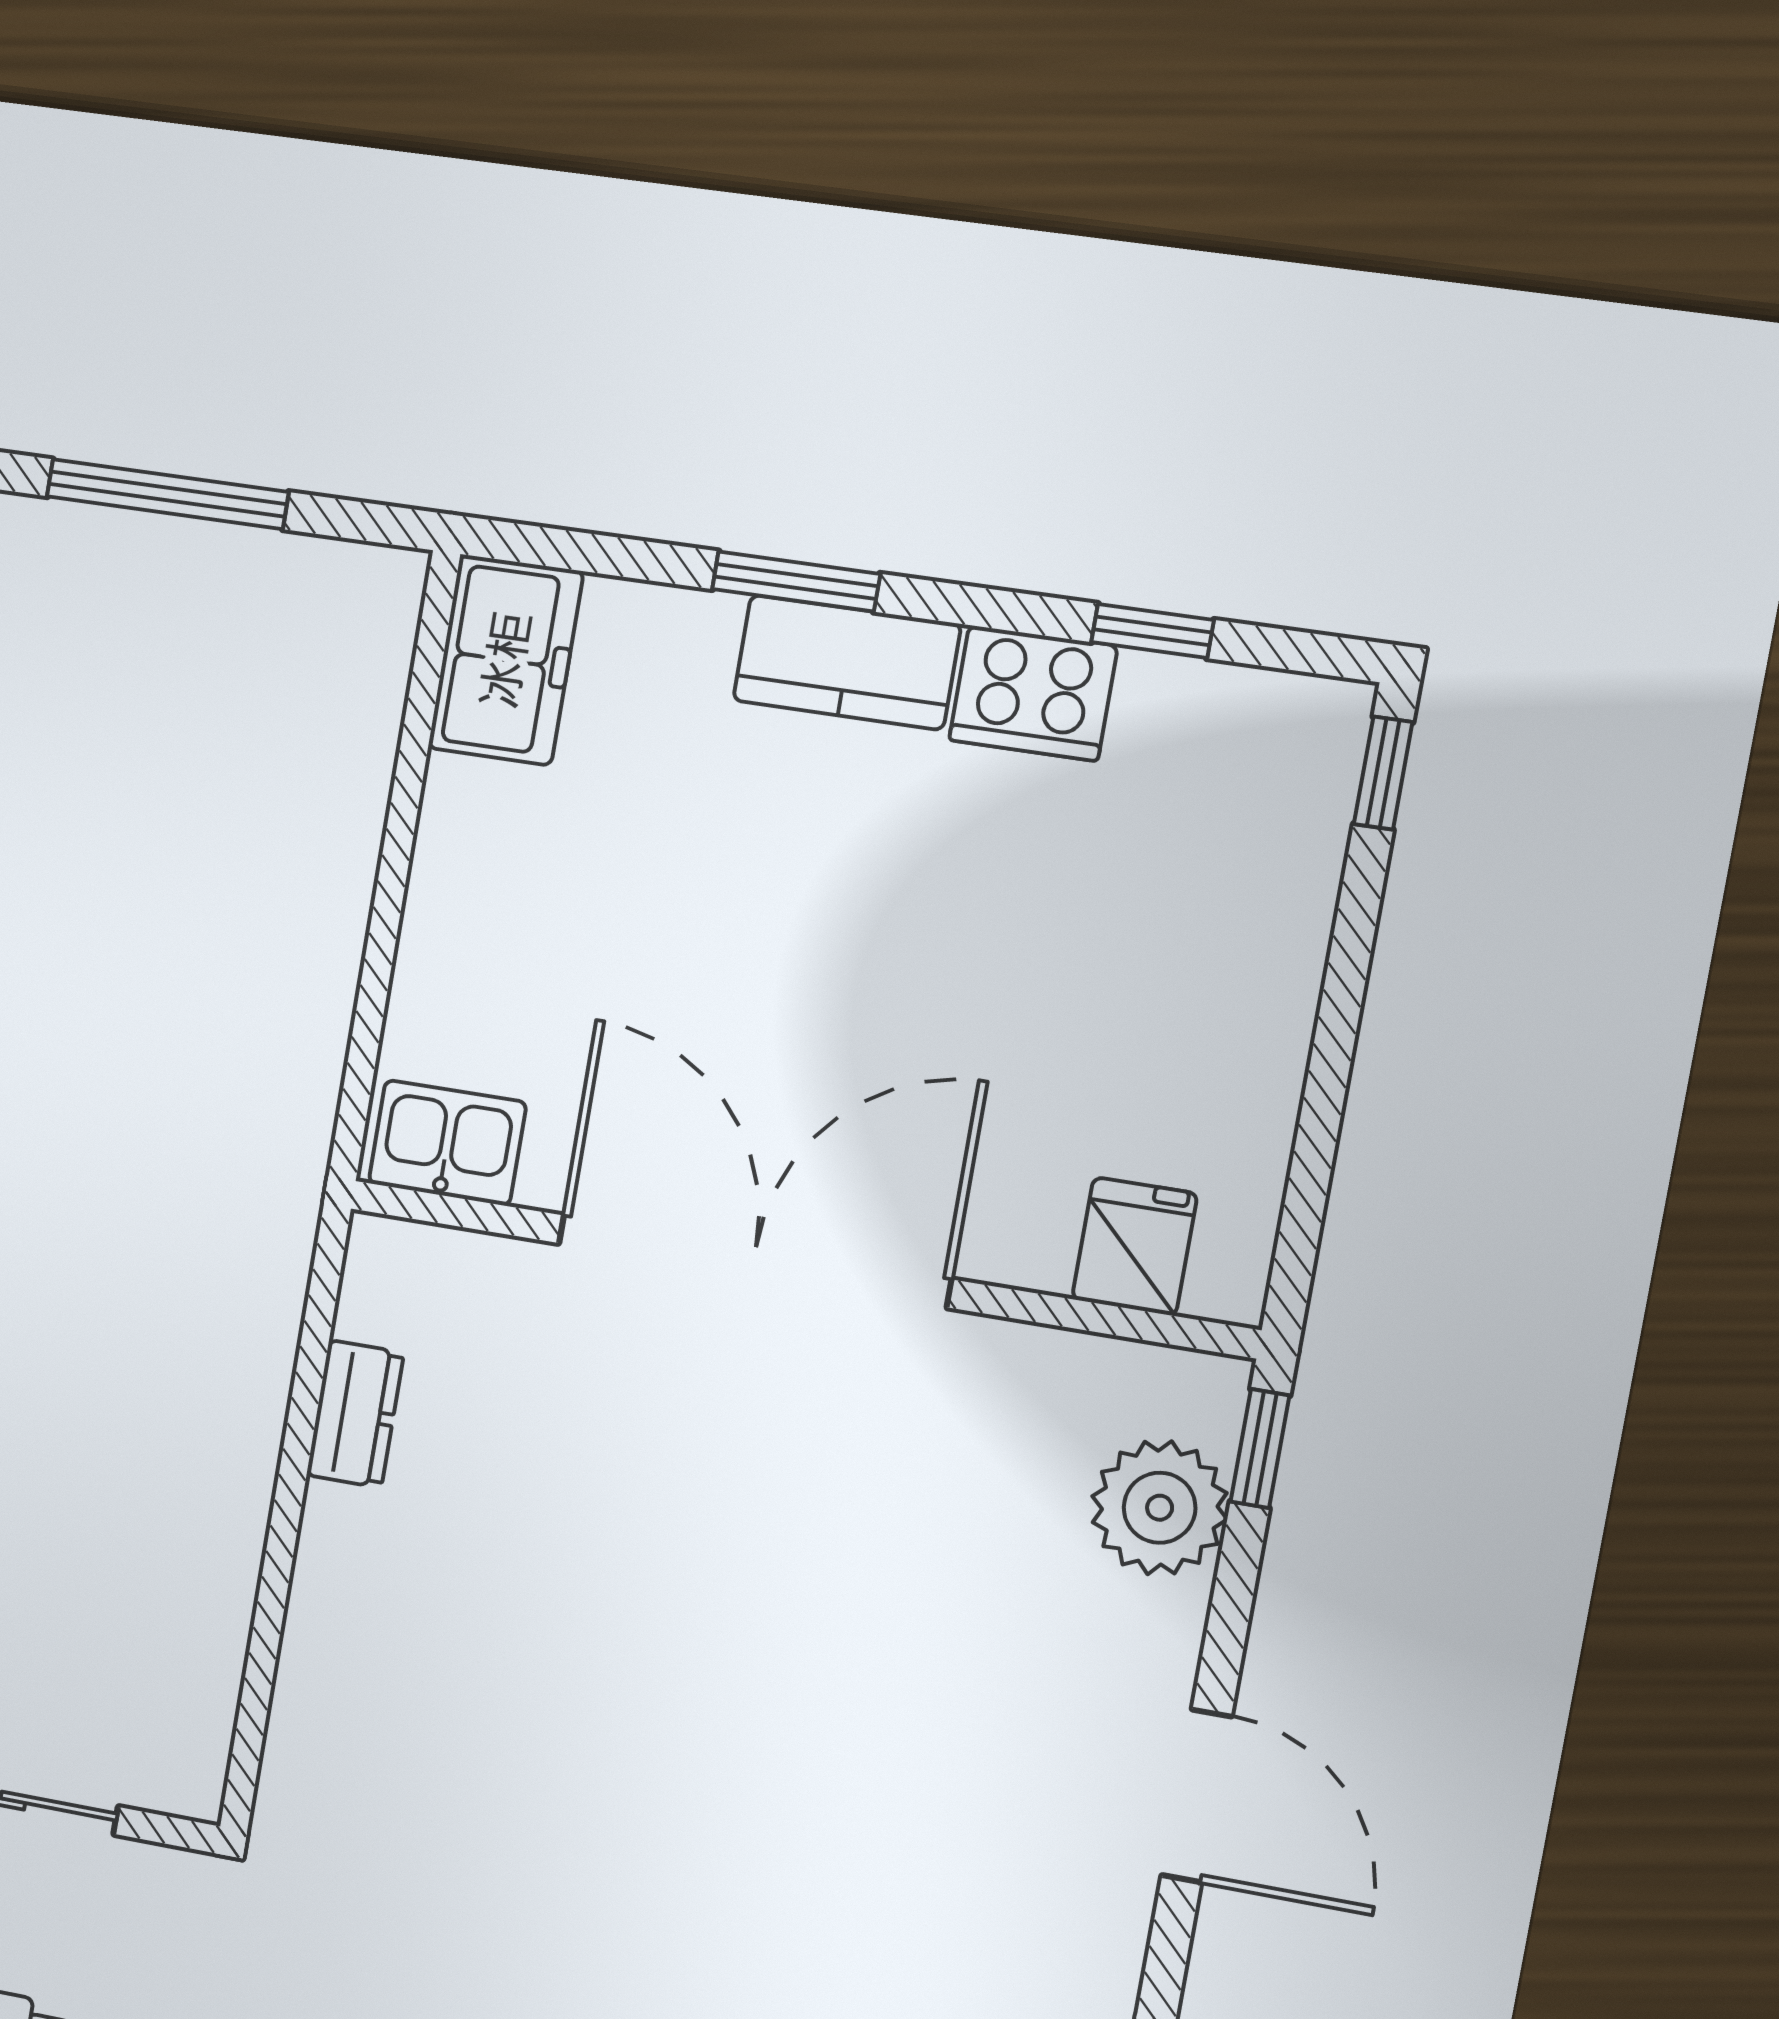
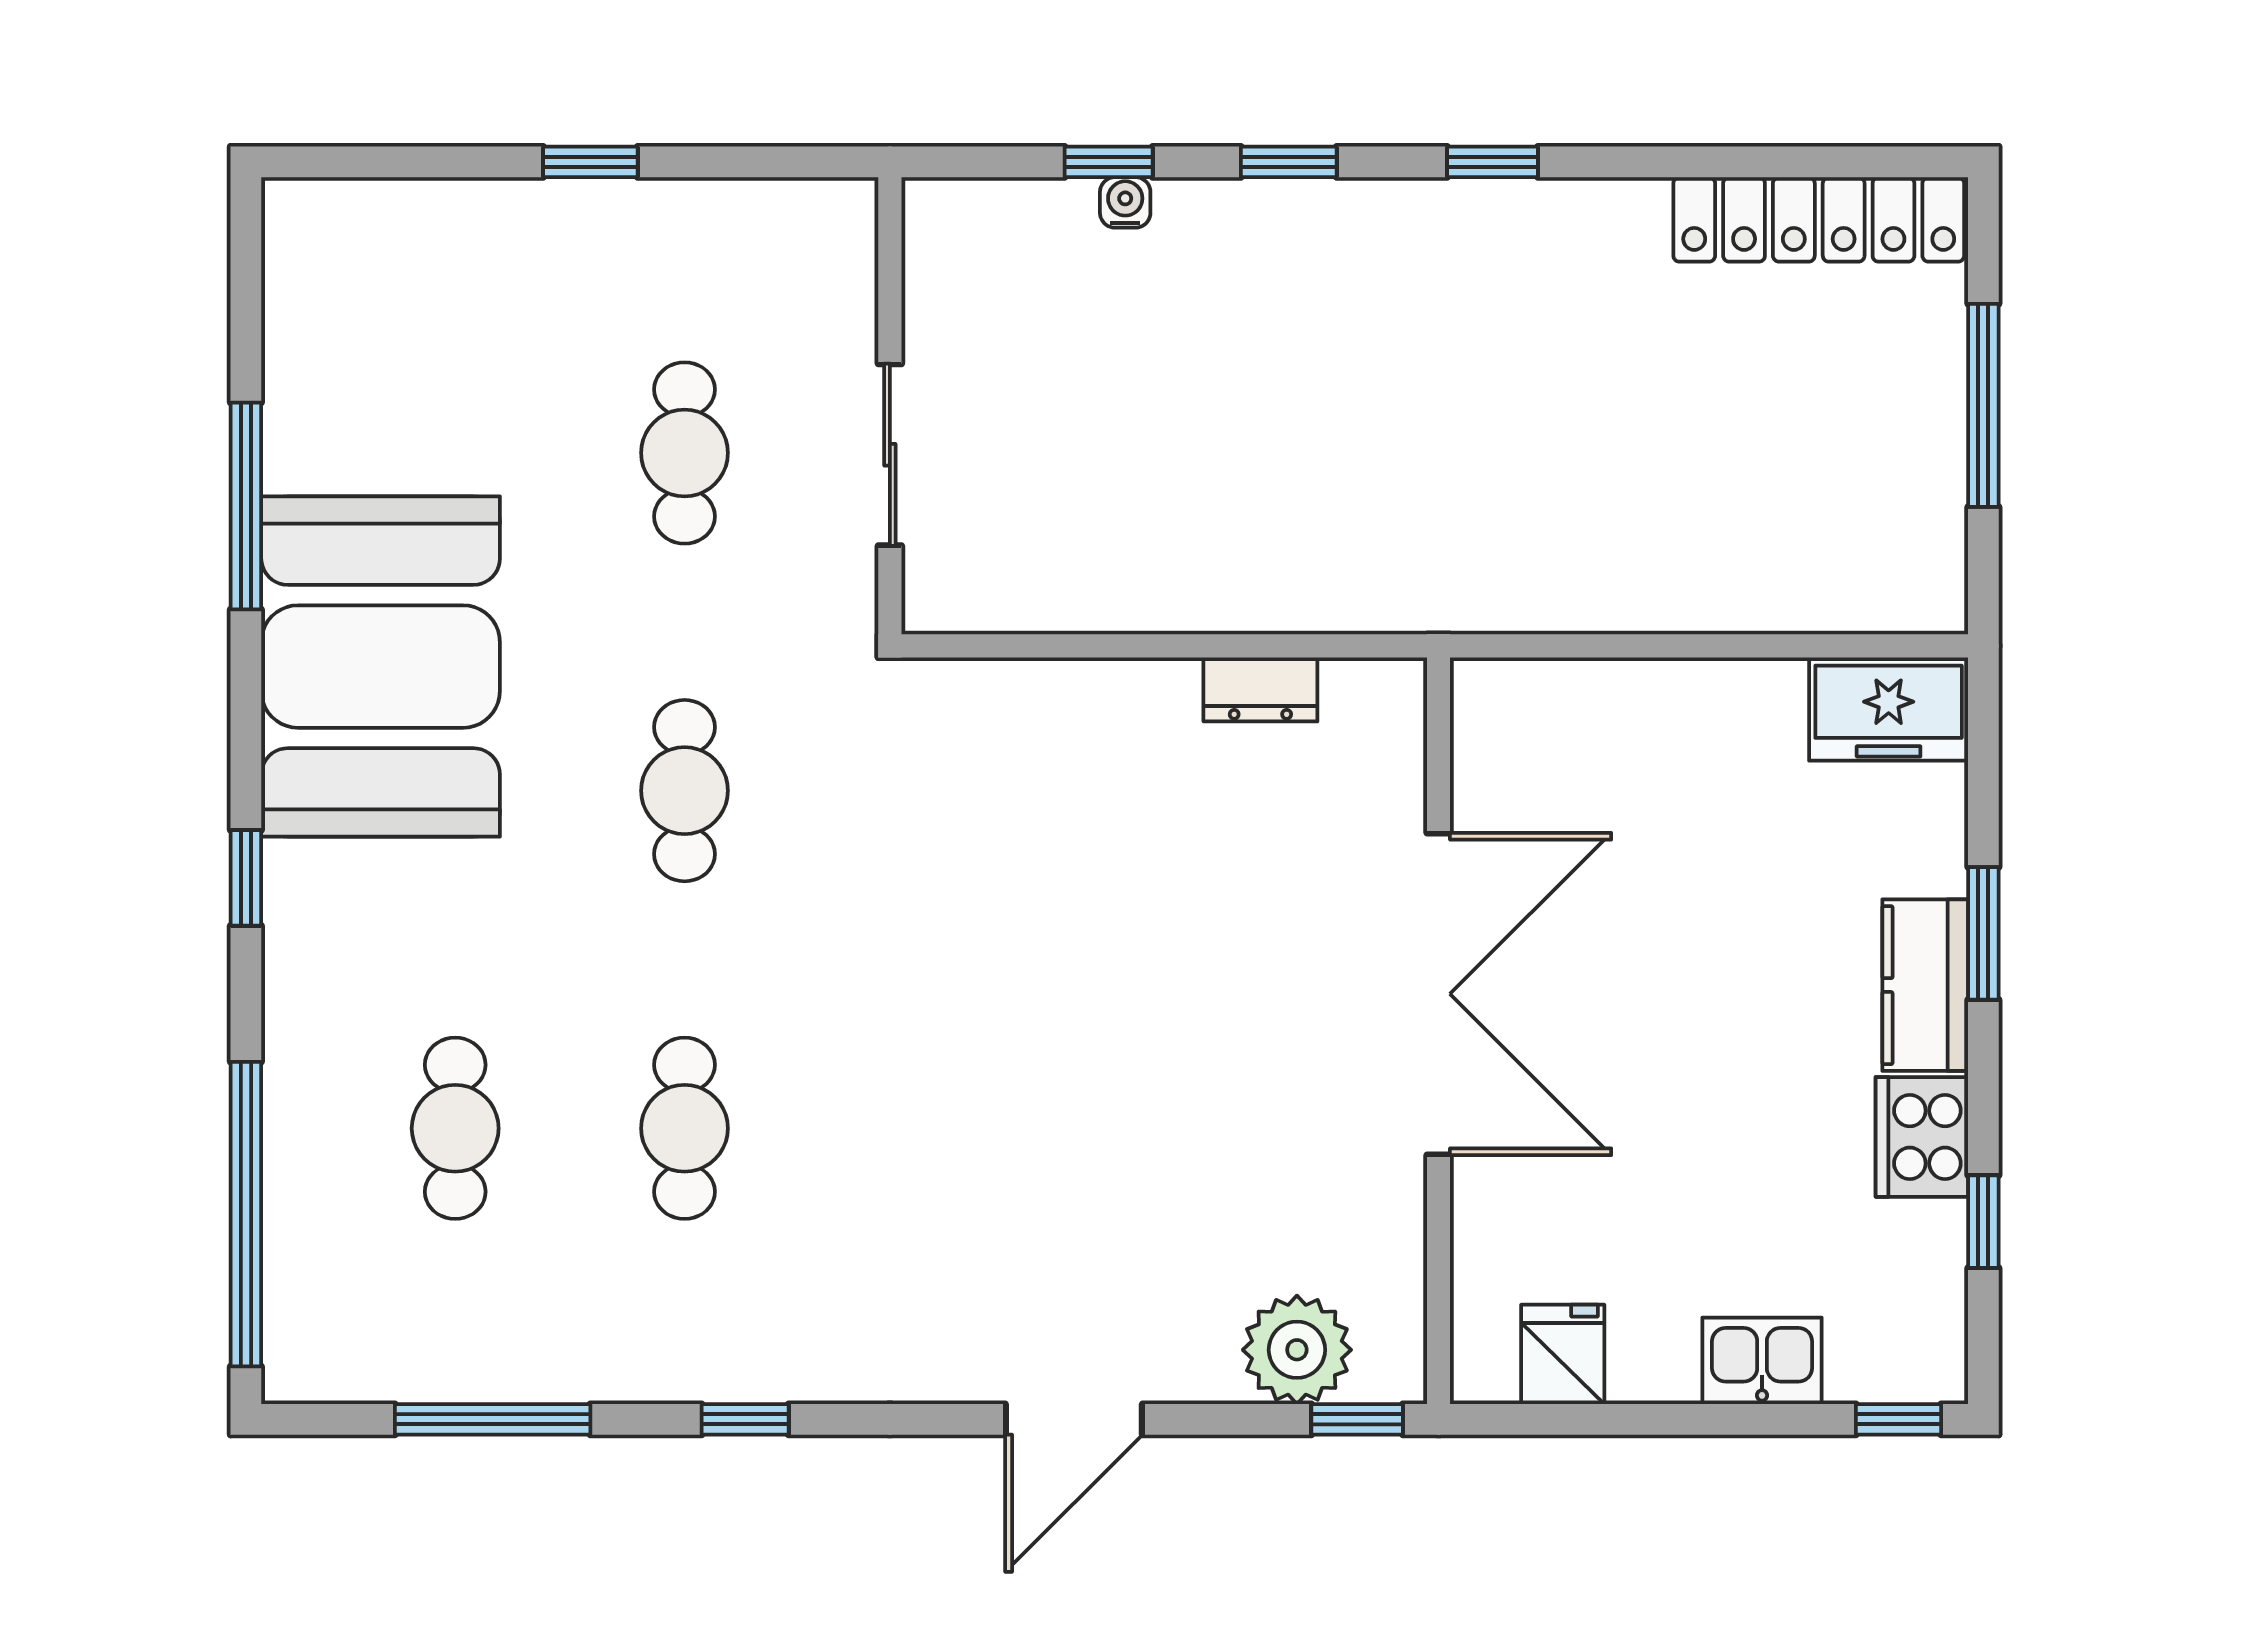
kitchen sink: (447, 1143) -> (1762, 1361), moved, turned -90
fridge: (1135, 1246) -> (1563, 1354), moved, turned -90

